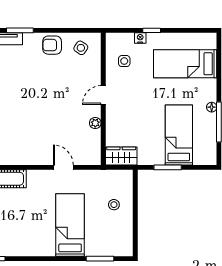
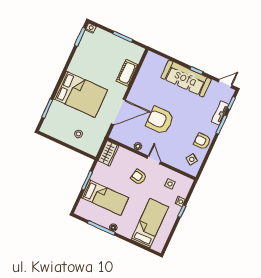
armchair: (52, 45) -> (202, 141), turned -90
armchair: (134, 104) -> (139, 177), added
armchair: (50, 110) -> (160, 120), added
door: (63, 167) -> (118, 112), width x1.88
bed: (70, 225) -> (81, 94), width x1.50

